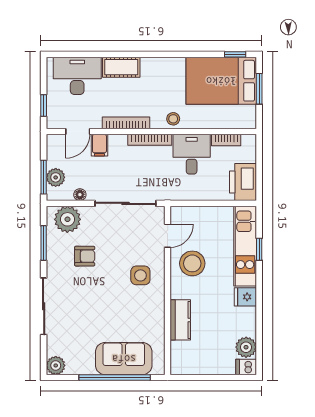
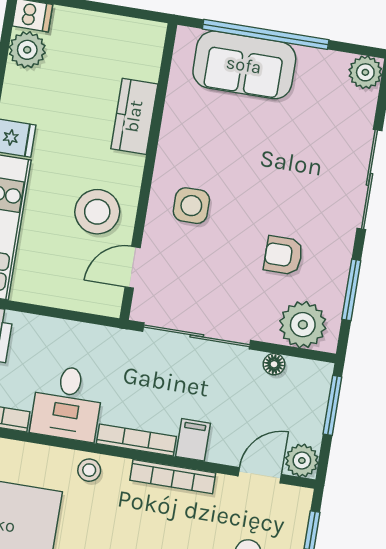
filing cabinet: (99, 145) -> (193, 440), moved
plant: (56, 177) -> (302, 461), moved

